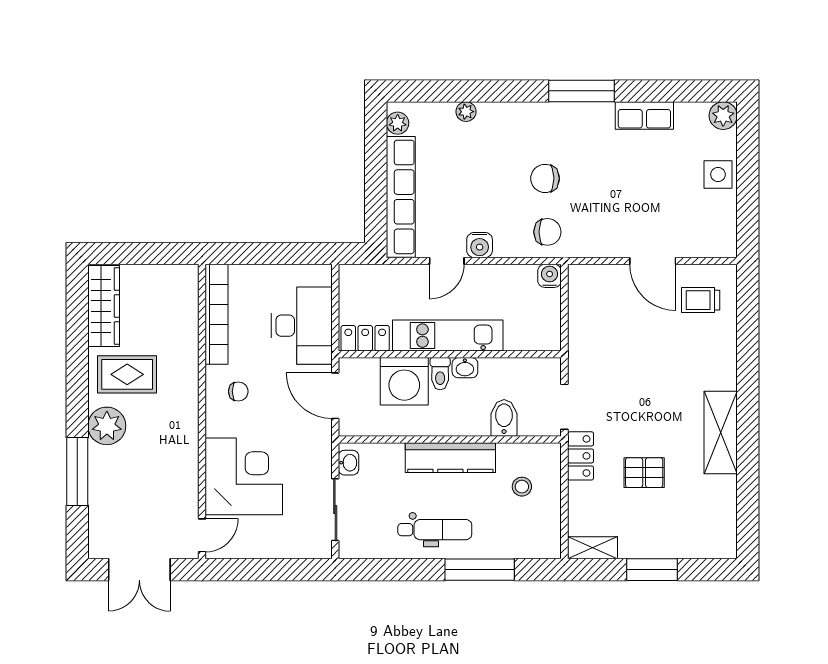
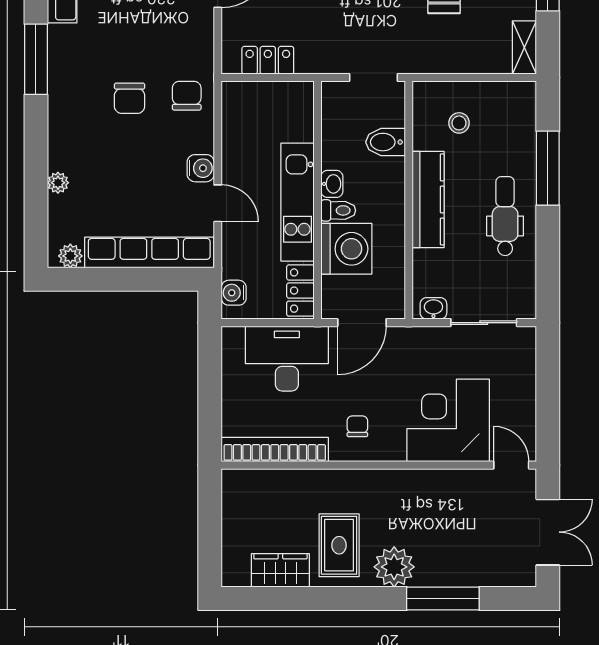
water cooler: (550, 276) -> (234, 293), moved
wardrobe: (104, 306) -> (280, 570), width x0.67
locker: (581, 456) -> (268, 60), moved

